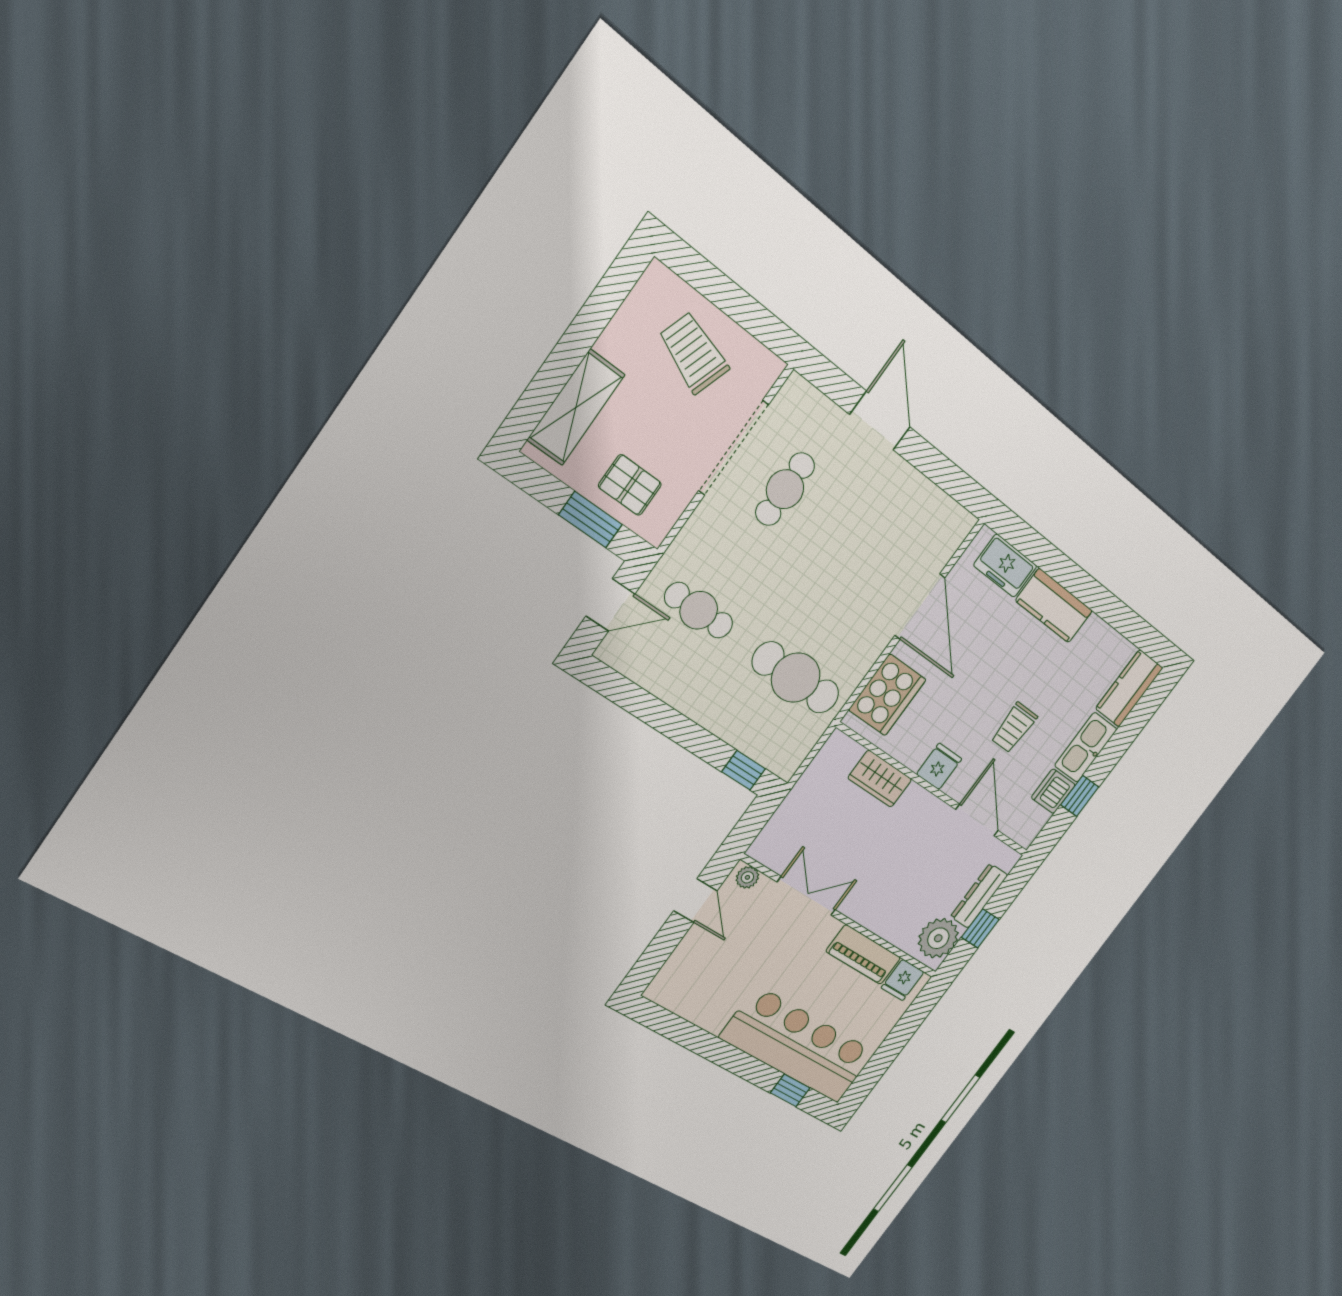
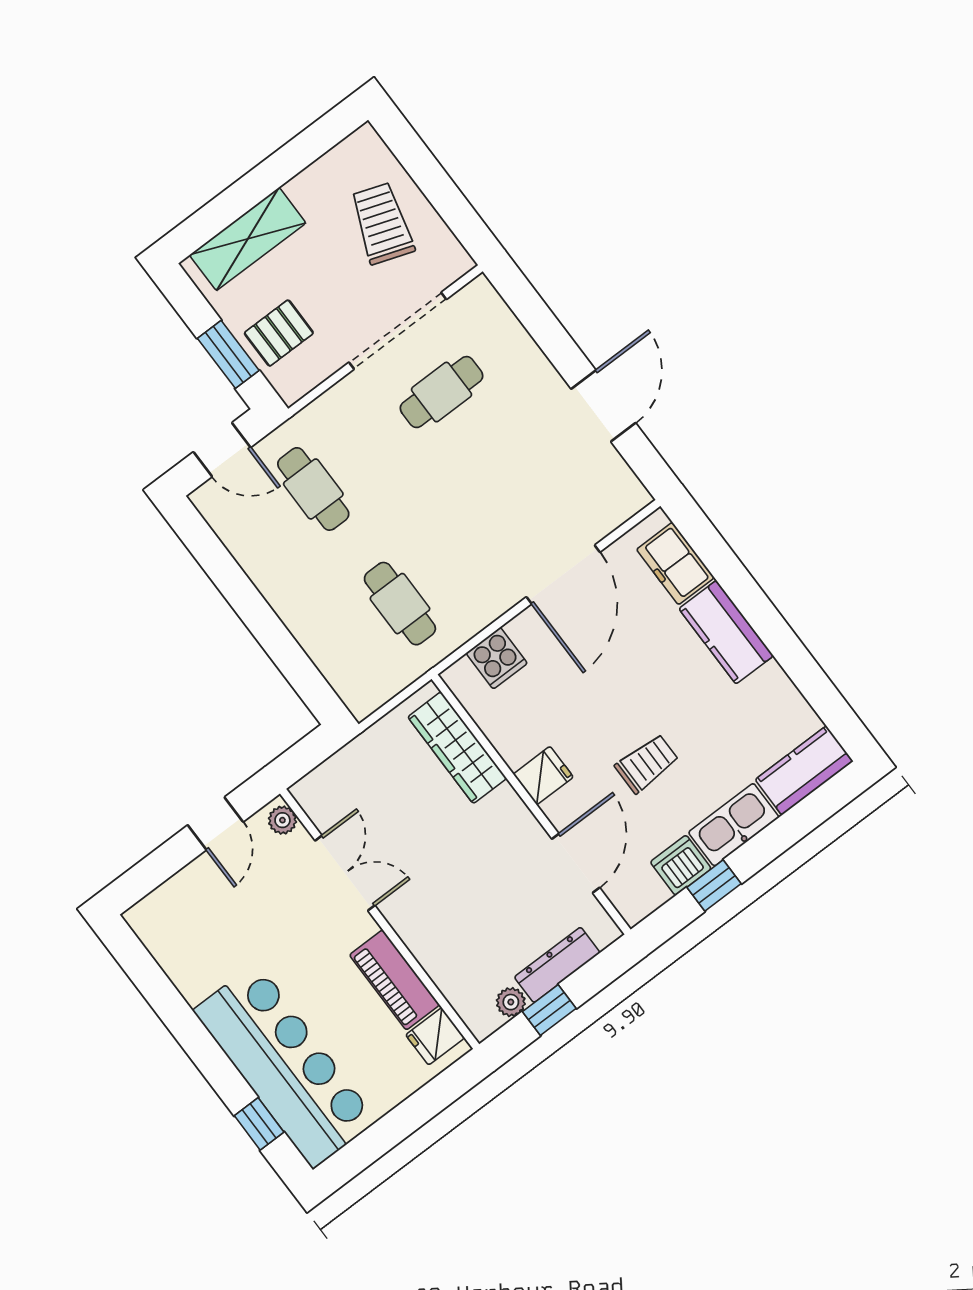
door: (880, 421) -> (603, 406), moved
pallet: (630, 485) -> (279, 333), turned 90
cafe table: (796, 678) -> (400, 604), width x0.73, depth x0.74
cooker: (887, 695) -> (497, 658), width x0.53, depth x0.76
trolley: (1014, 728) -> (647, 764), turned 180
window: (744, 770) -> (313, 689), removed
wardrobe: (880, 779) -> (457, 748), width x1.50
plant: (938, 938) -> (511, 1002), width x0.53, depth x0.53

